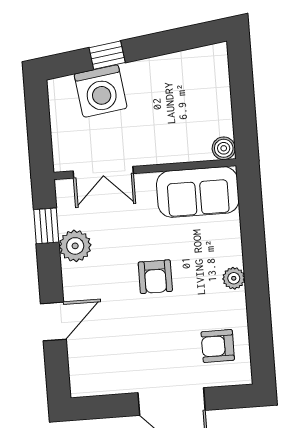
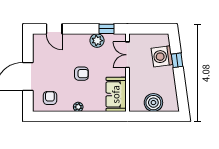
boiler: (224, 148) -> (153, 103), moved, width x1.86, depth x1.86
armchair: (155, 277) -> (81, 74), turned 180
door: (53, 321) -> (54, 29), moved

